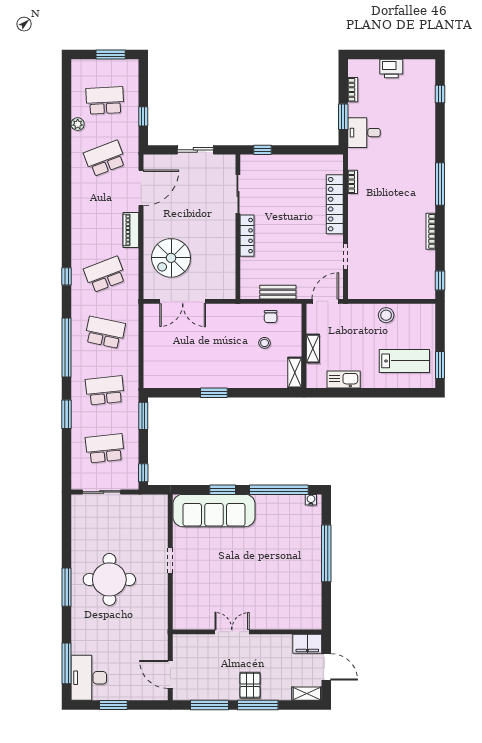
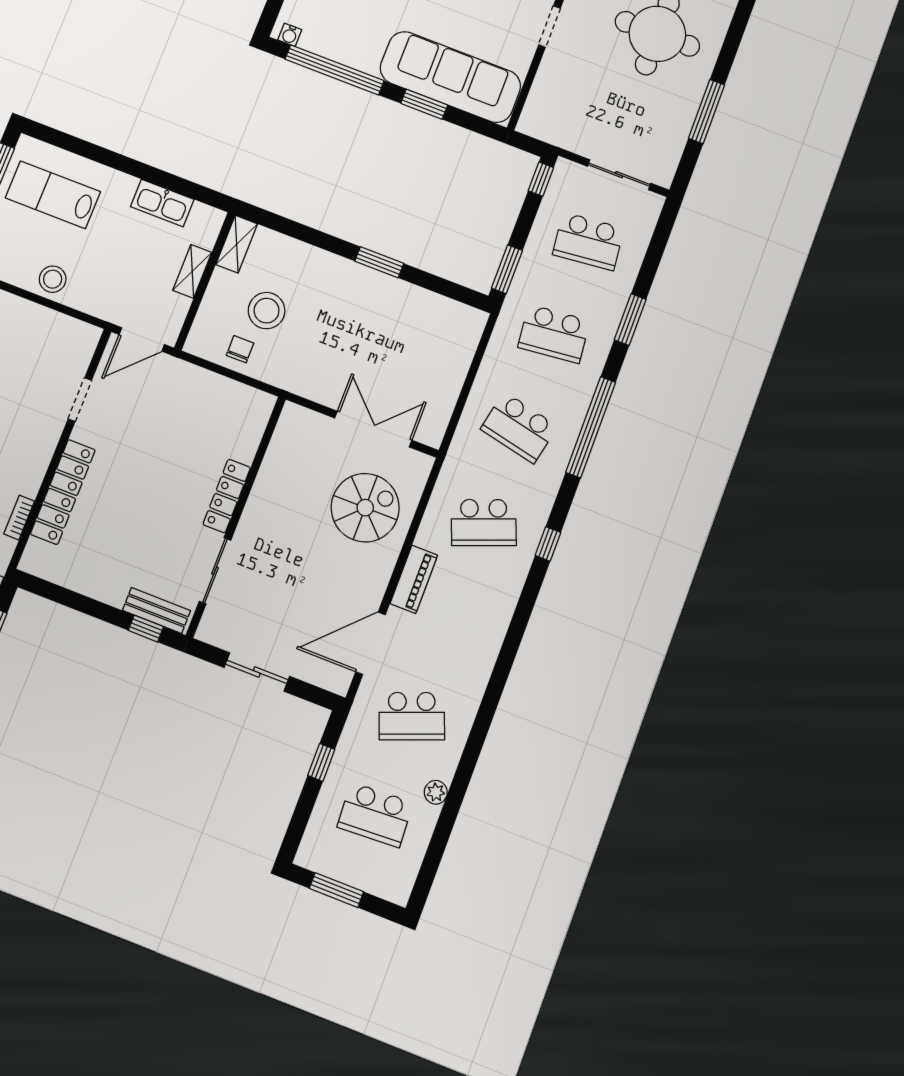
bench: (278, 292) -> (156, 610), moved
stool: (265, 343) -> (267, 311), width x1.89, depth x1.89
window: (66, 587) -> (707, 112), moved

